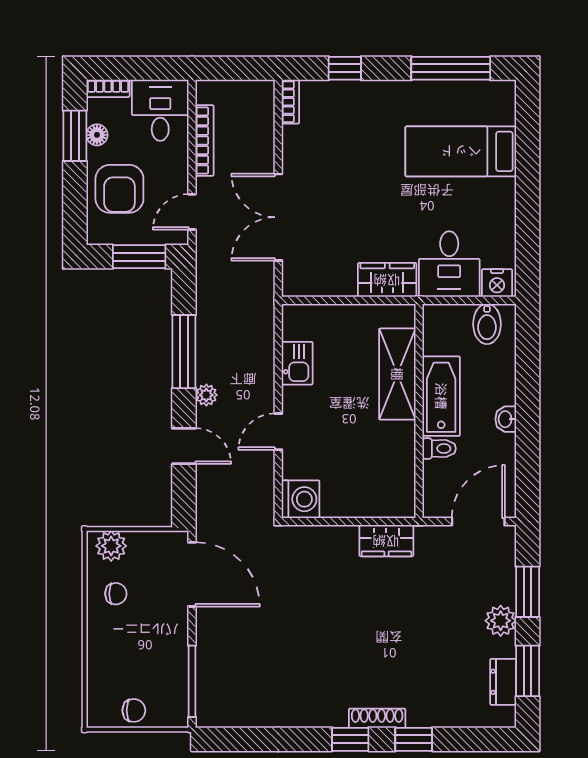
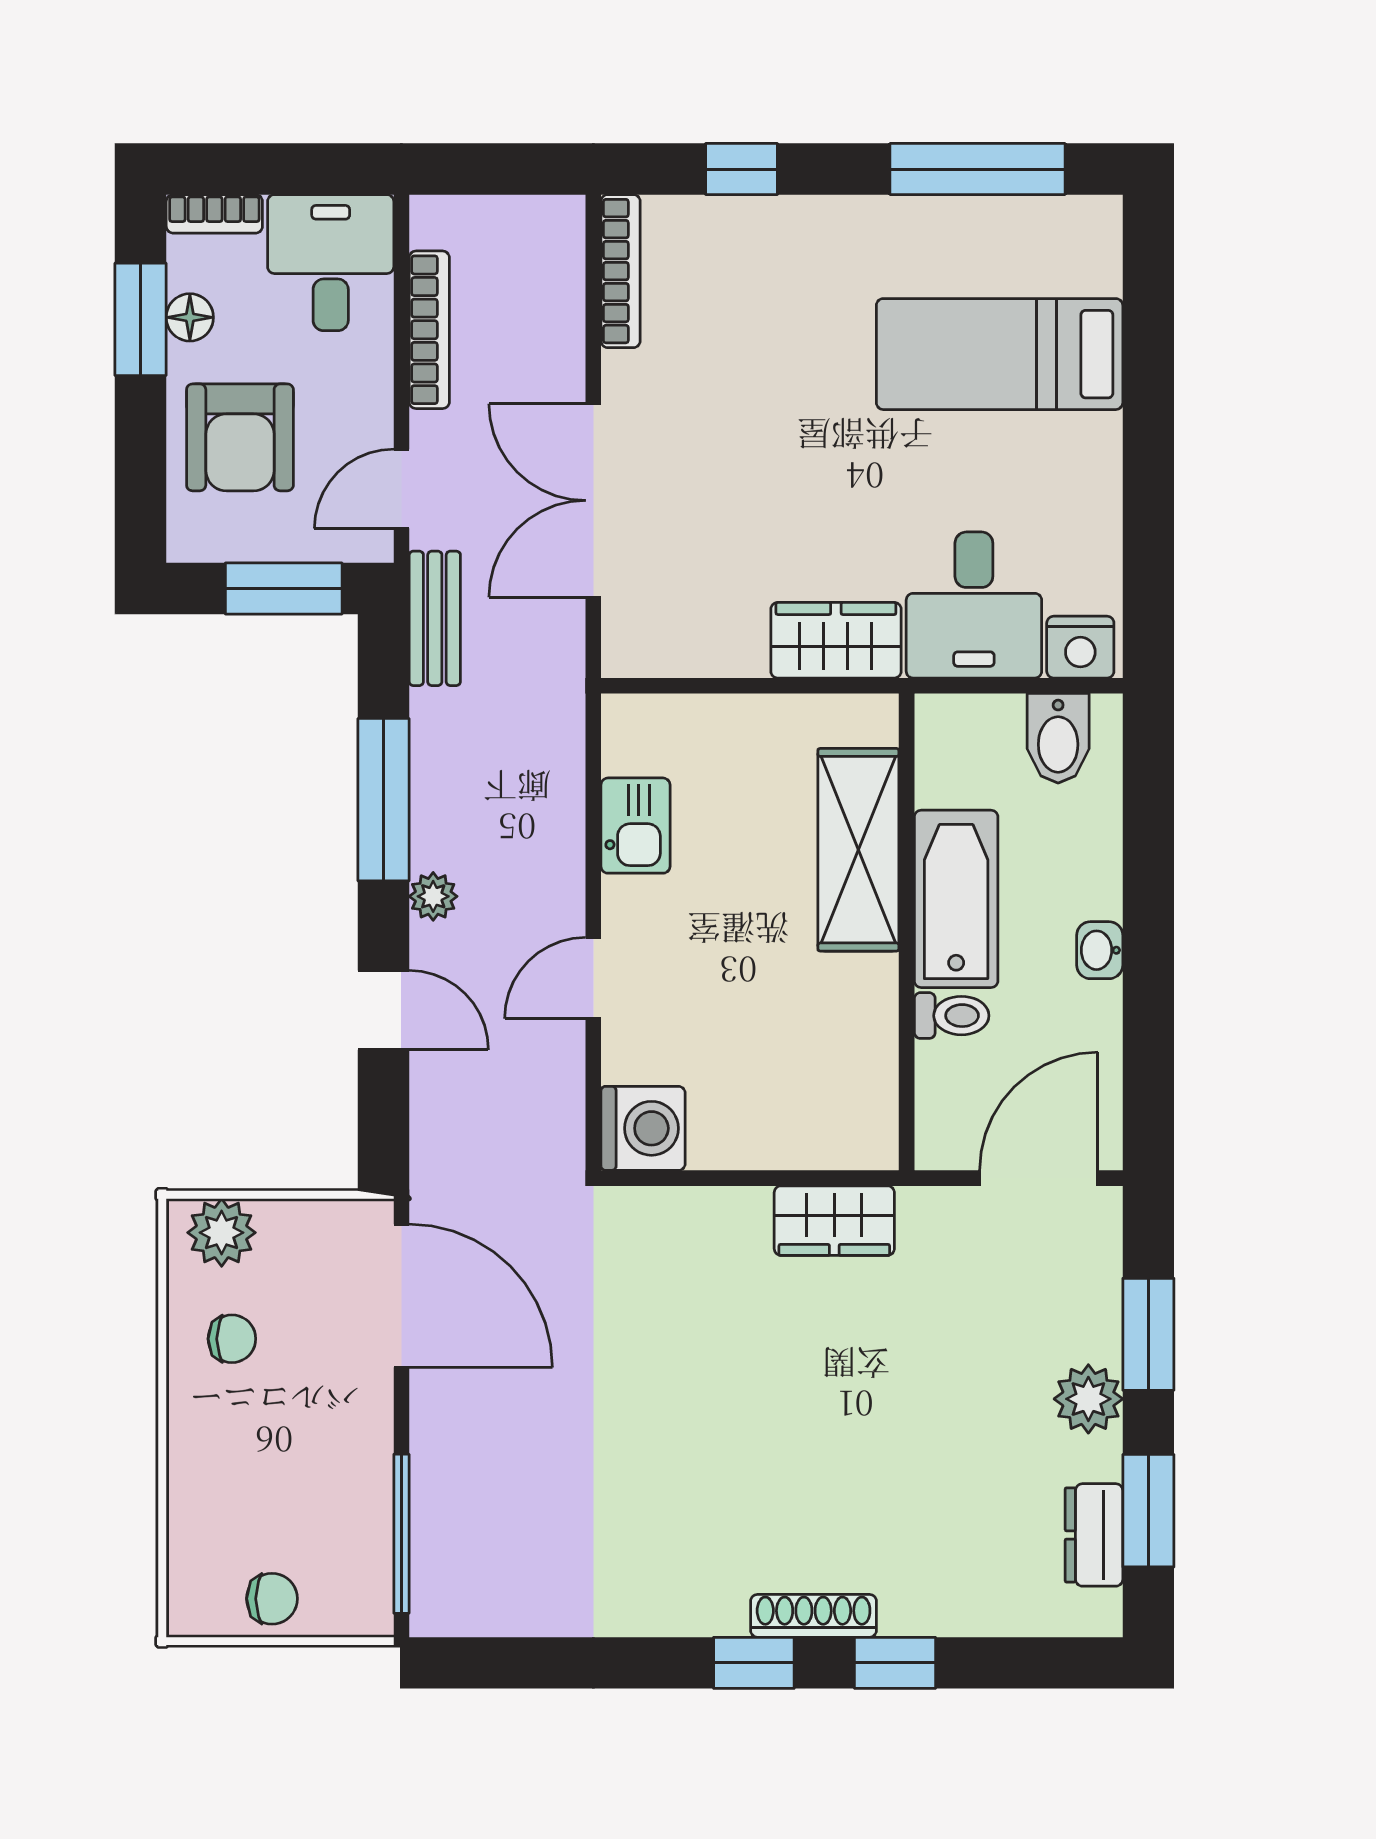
bookcase: (290, 102) -> (621, 271), width x1.56
bench: (207, 270) -> (435, 618), added

